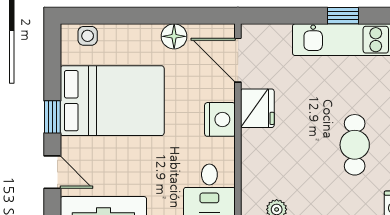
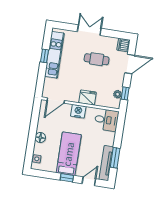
floor lamp: (174, 36) -> (40, 138), moved
bed: (112, 101) -> (69, 154), width x0.67
fridge: (257, 108) -> (88, 98), moved

